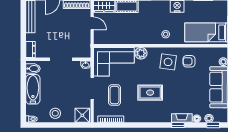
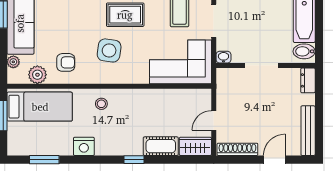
door: (92, 23) -> (214, 120), hinge flipped
plant: (141, 53) -> (37, 75), moved
side table: (168, 62) -> (109, 50), moved

